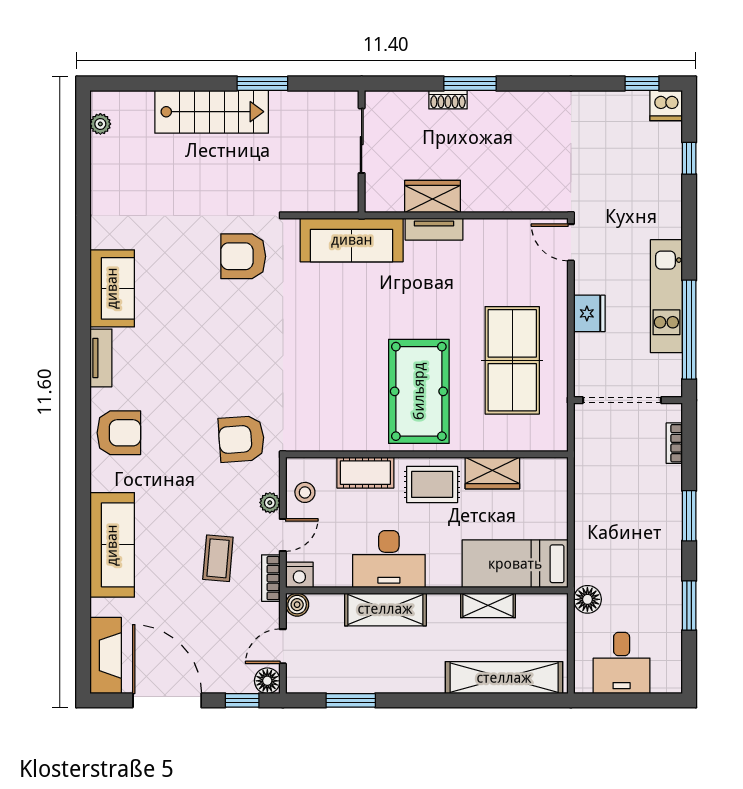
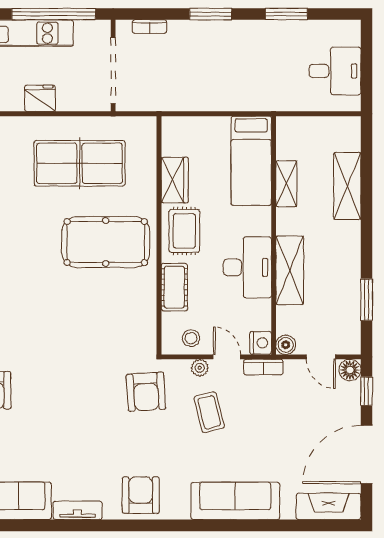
coffee table: (218, 558) -> (209, 412), moved, turned 71
floor lamp: (587, 599) -> (281, 100), removed
shelving: (504, 678) -> (347, 186), width x0.68

